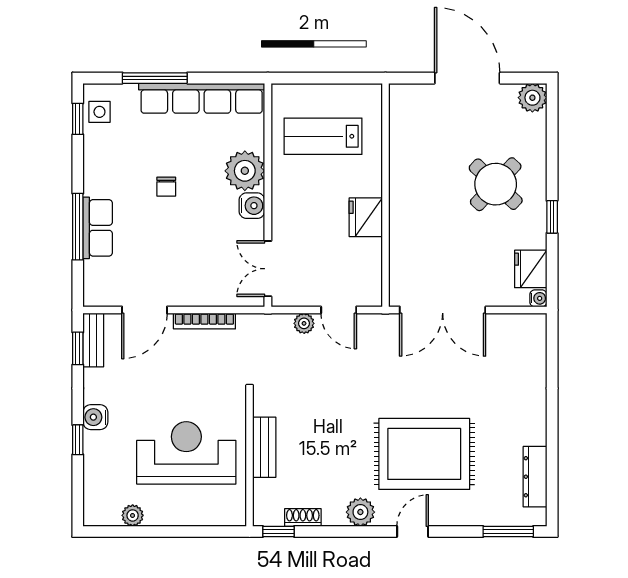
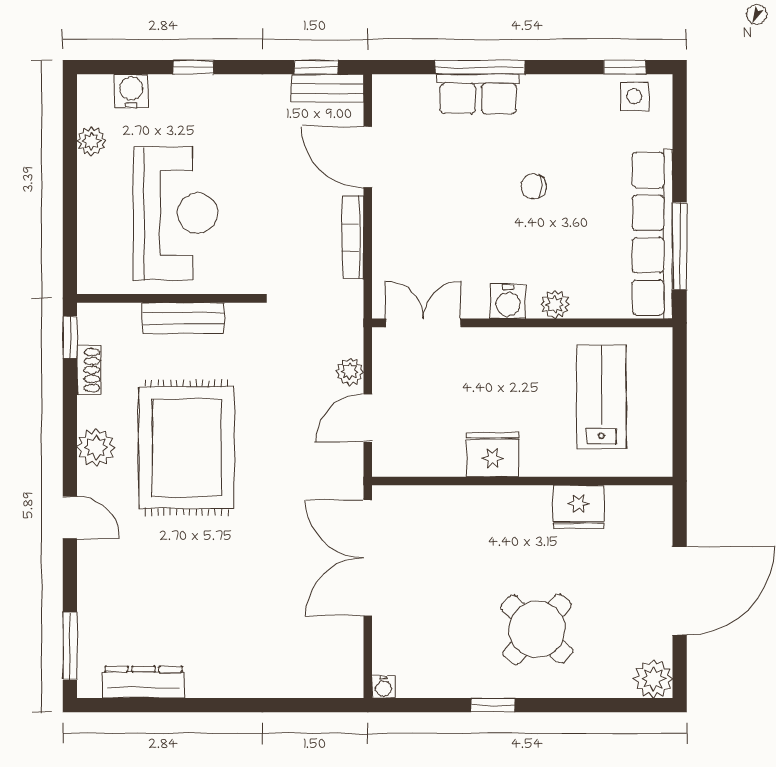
window: (155, 78) -> (680, 246), moved
plant: (245, 171) -> (555, 304), width x0.53, depth x0.53
fridge: (531, 269) -> (579, 507), moved, turned 180
water cooler: (95, 417) -> (131, 91), moved
rug: (424, 454) -> (186, 448), moved

